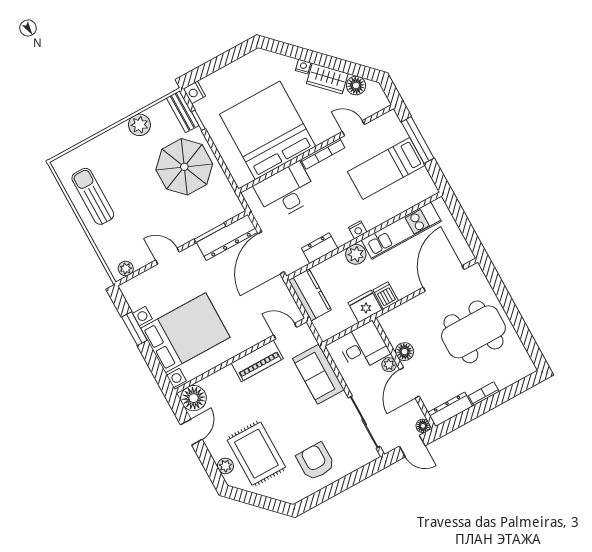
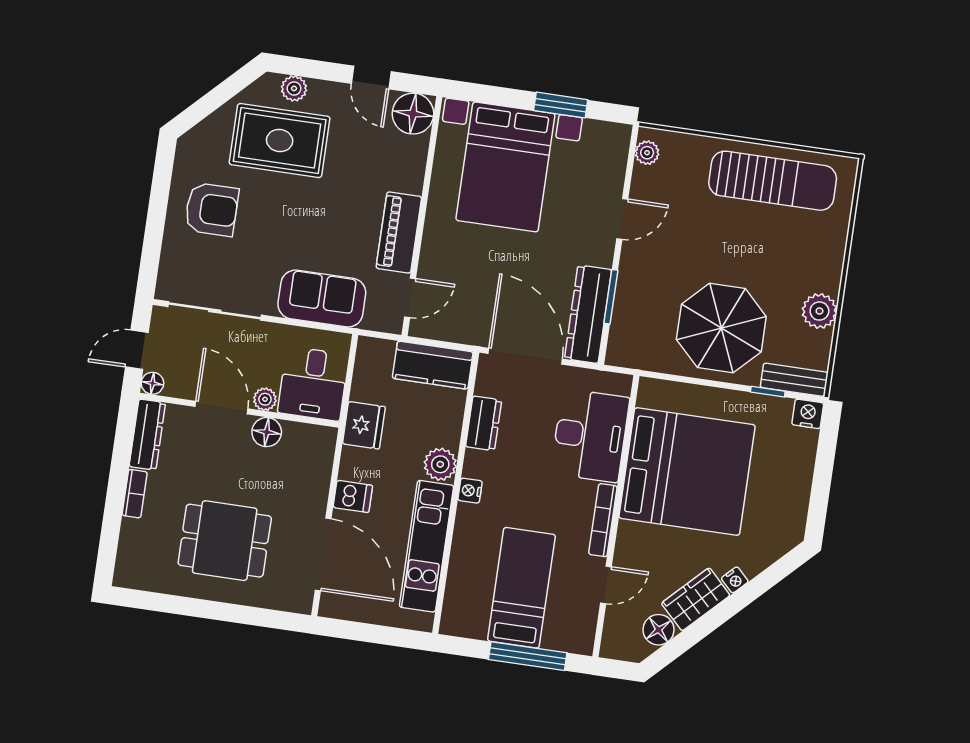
sun lounger: (93, 196) -> (773, 181), width x1.36, depth x1.34
dishwasher: (386, 295) -> (353, 496), moved
dining table: (473, 332) -> (225, 541), width x0.73

